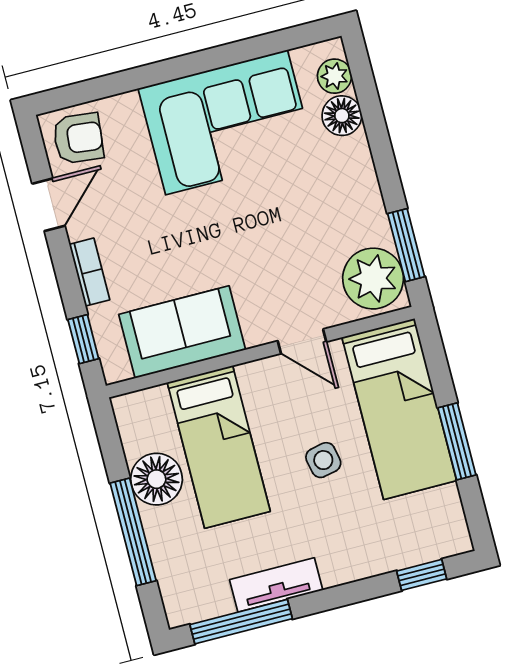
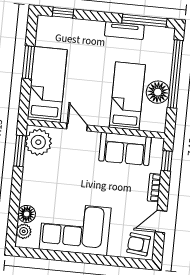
side table: (323, 460) -> (86, 75), removed
window: (133, 532) -> (175, 74), width x1.46

